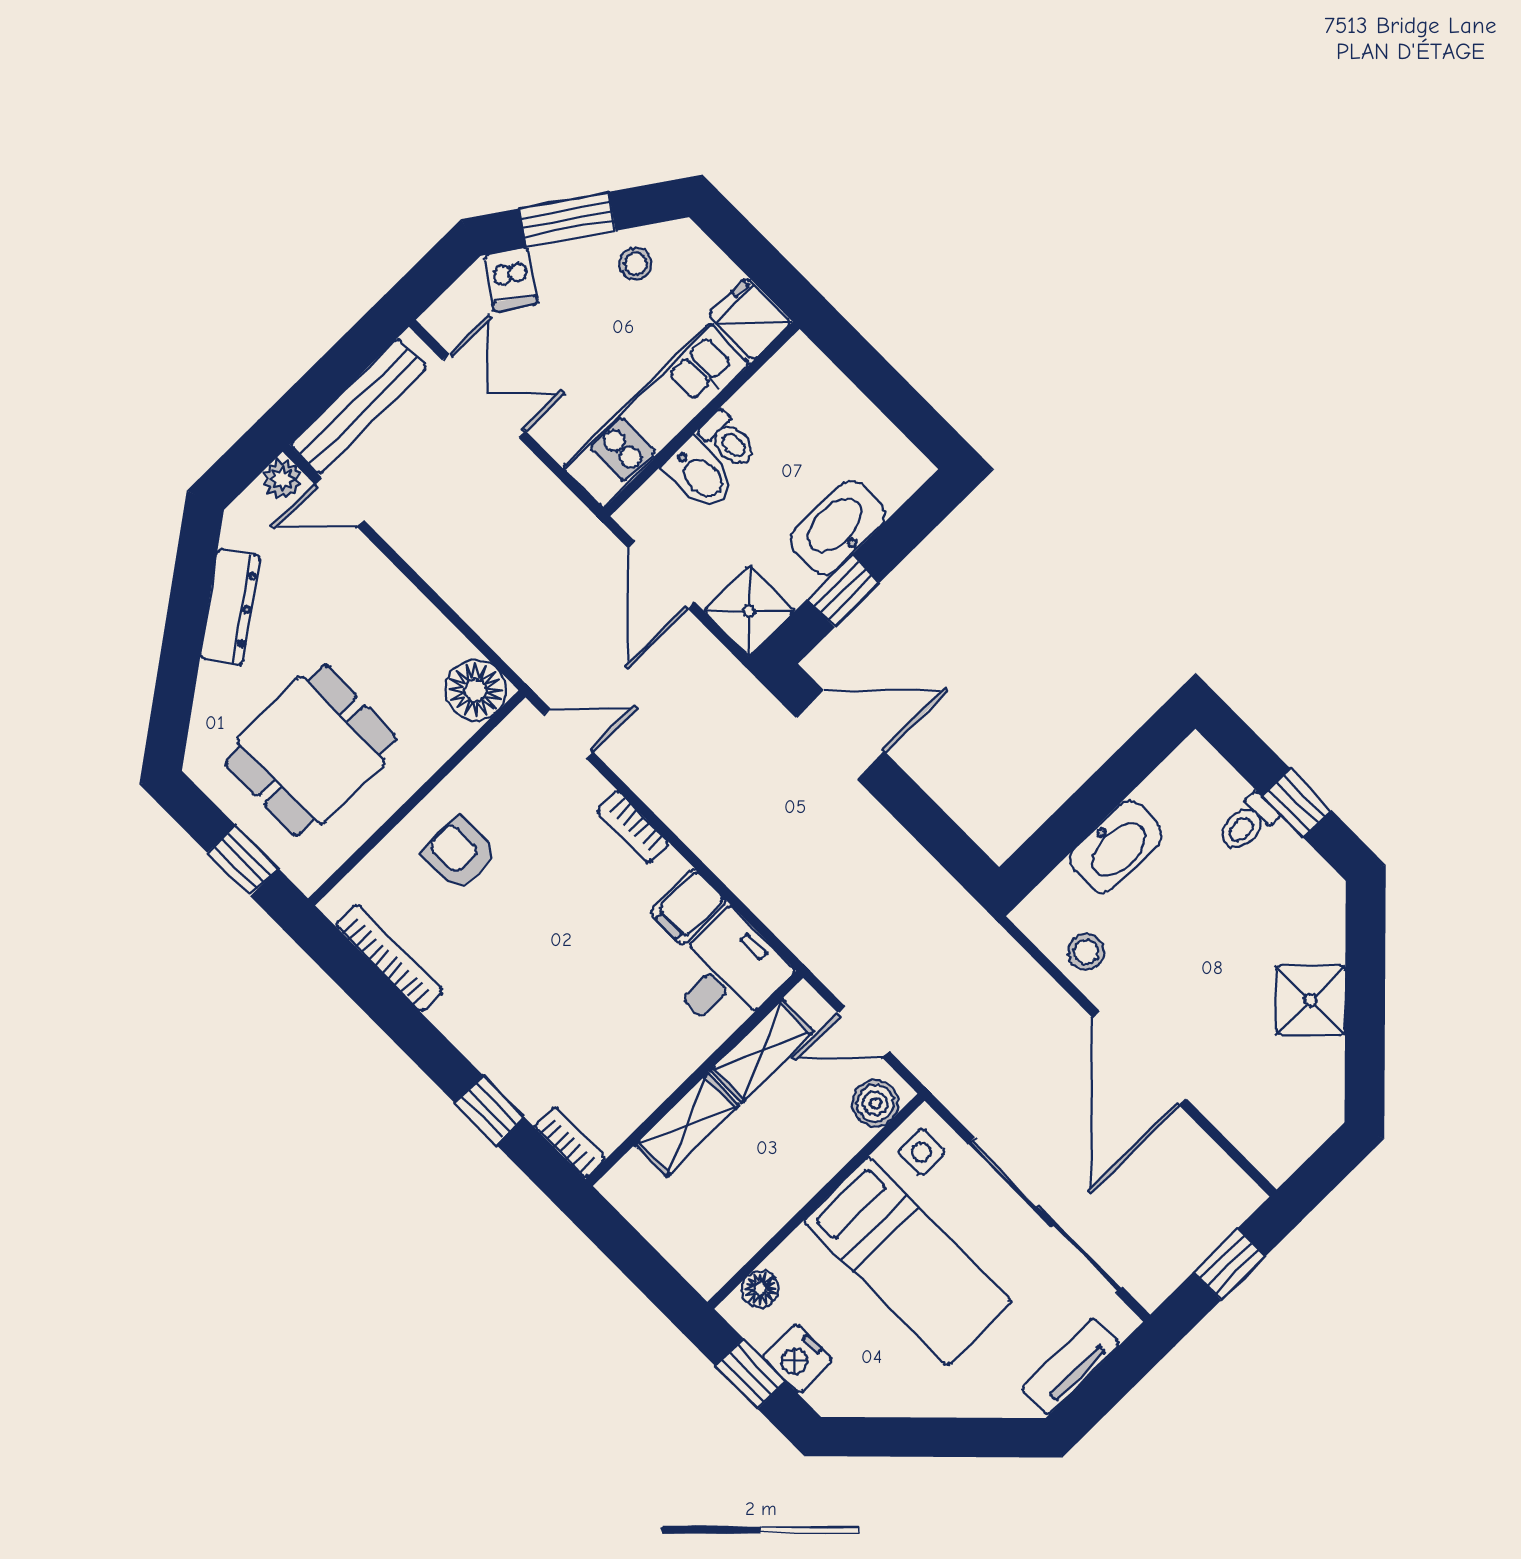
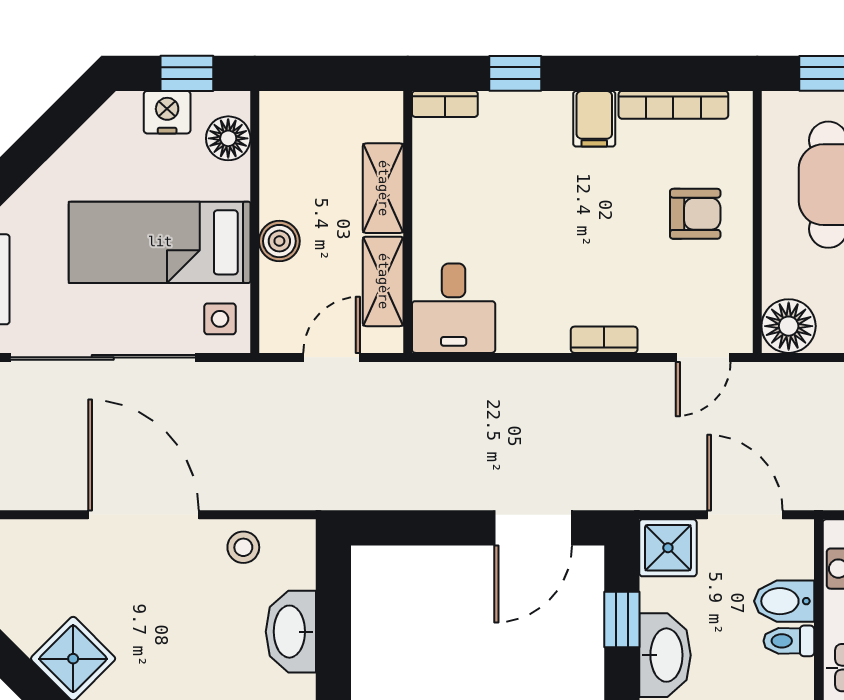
filing cabinet: (688, 907) -> (594, 119), moved, turned 180
boiler: (875, 1103) -> (279, 241), moved
floor lamp: (760, 1289) -> (228, 138), width x1.37, depth x1.37

